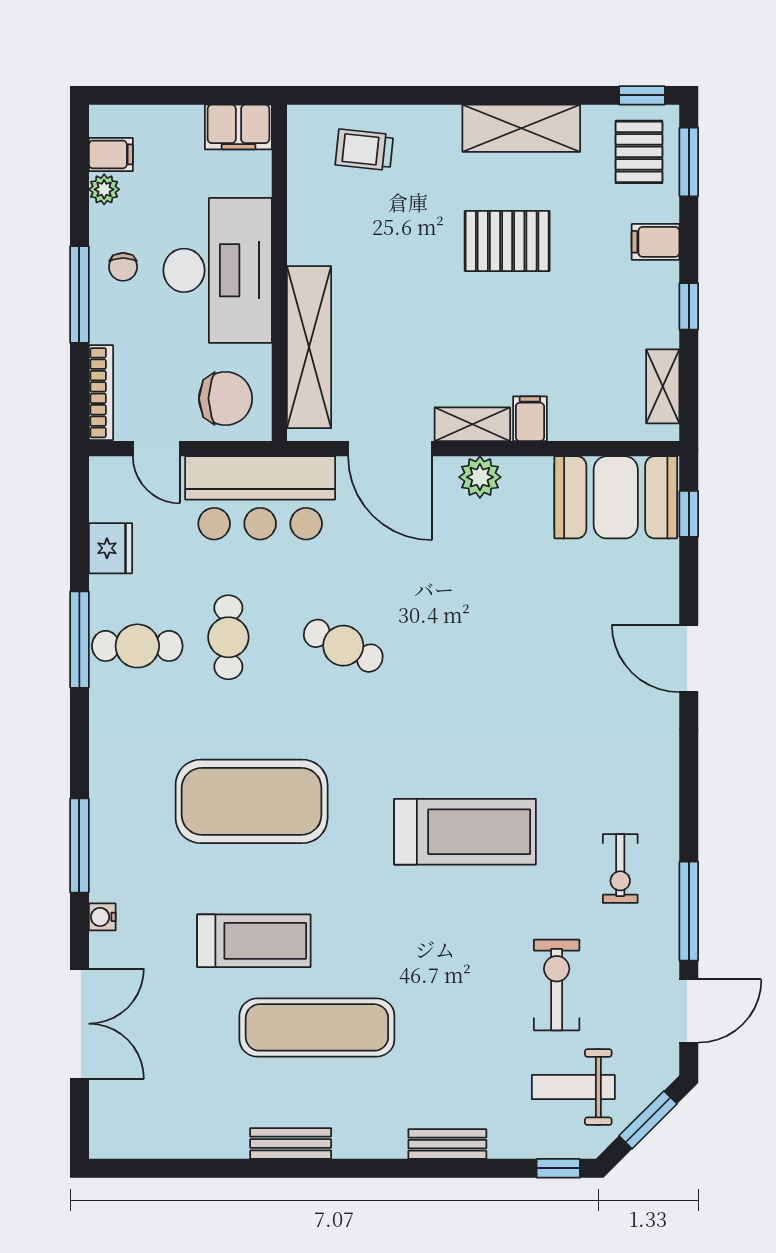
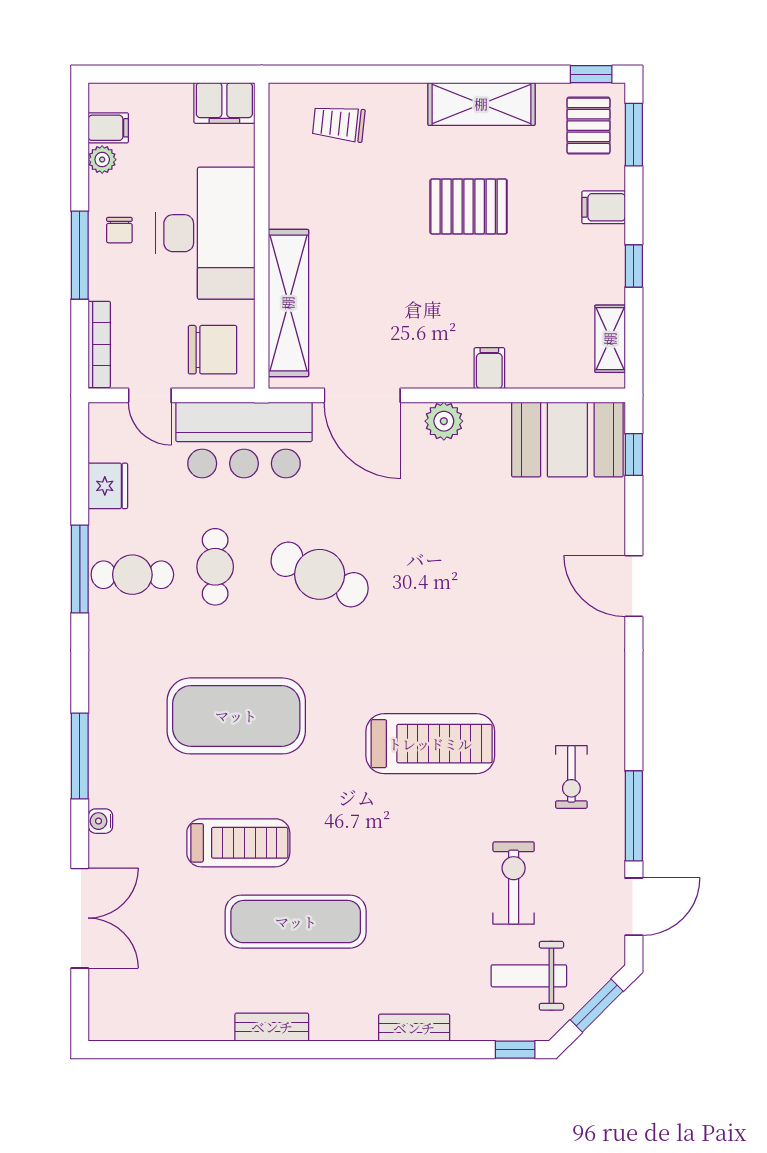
shelving: (472, 424) -> (437, 373), removed
cafe table: (343, 646) -> (320, 574), width x1.37, depth x1.35

